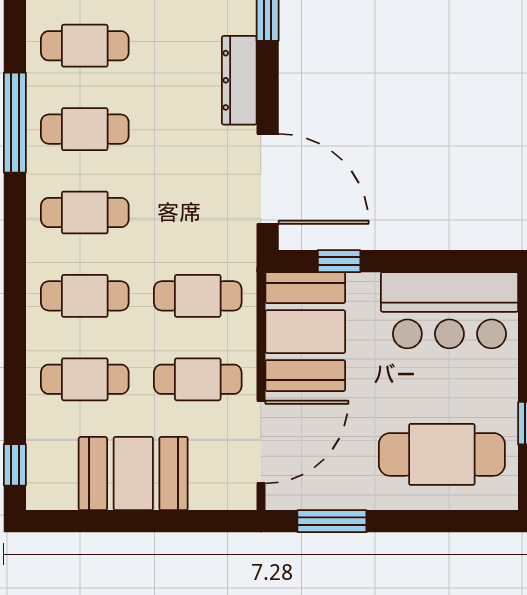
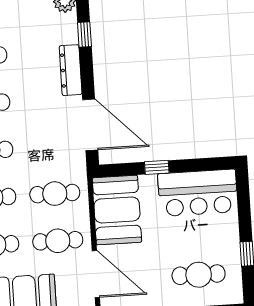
window: (339, 261) -> (157, 167), moved
door: (261, 442) -> (96, 274), hinge flipped
cafe table: (442, 454) -> (199, 275), width x0.73, depth x0.74

